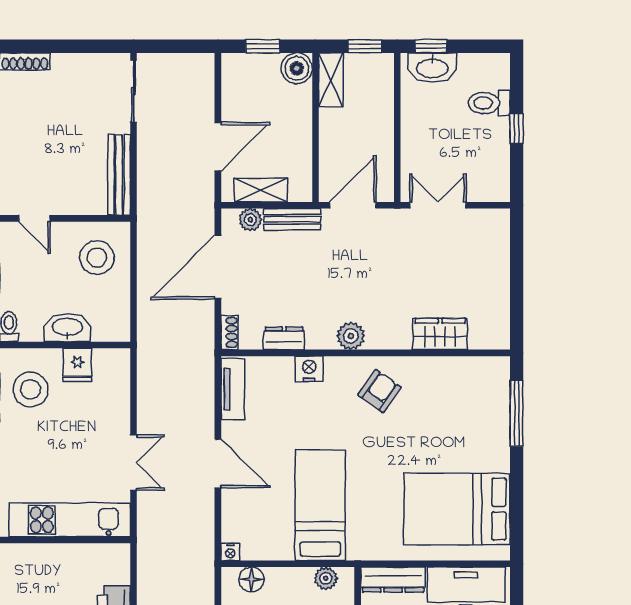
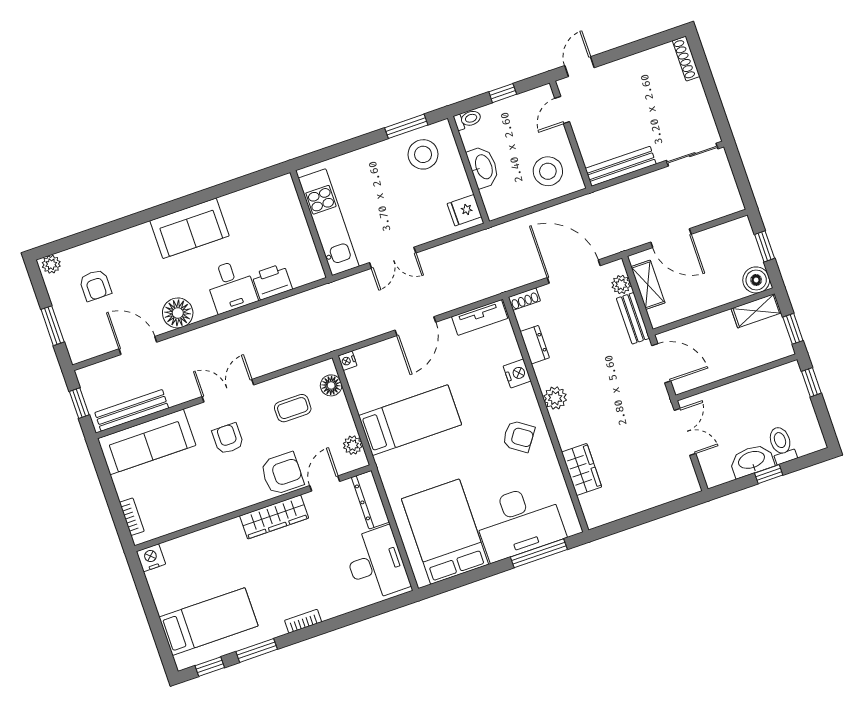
washbasin: (432, 68) -> (752, 461), moved, turned 90
fridge: (77, 365) -> (464, 210), moved
desk: (474, 423) -> (519, 522), added

